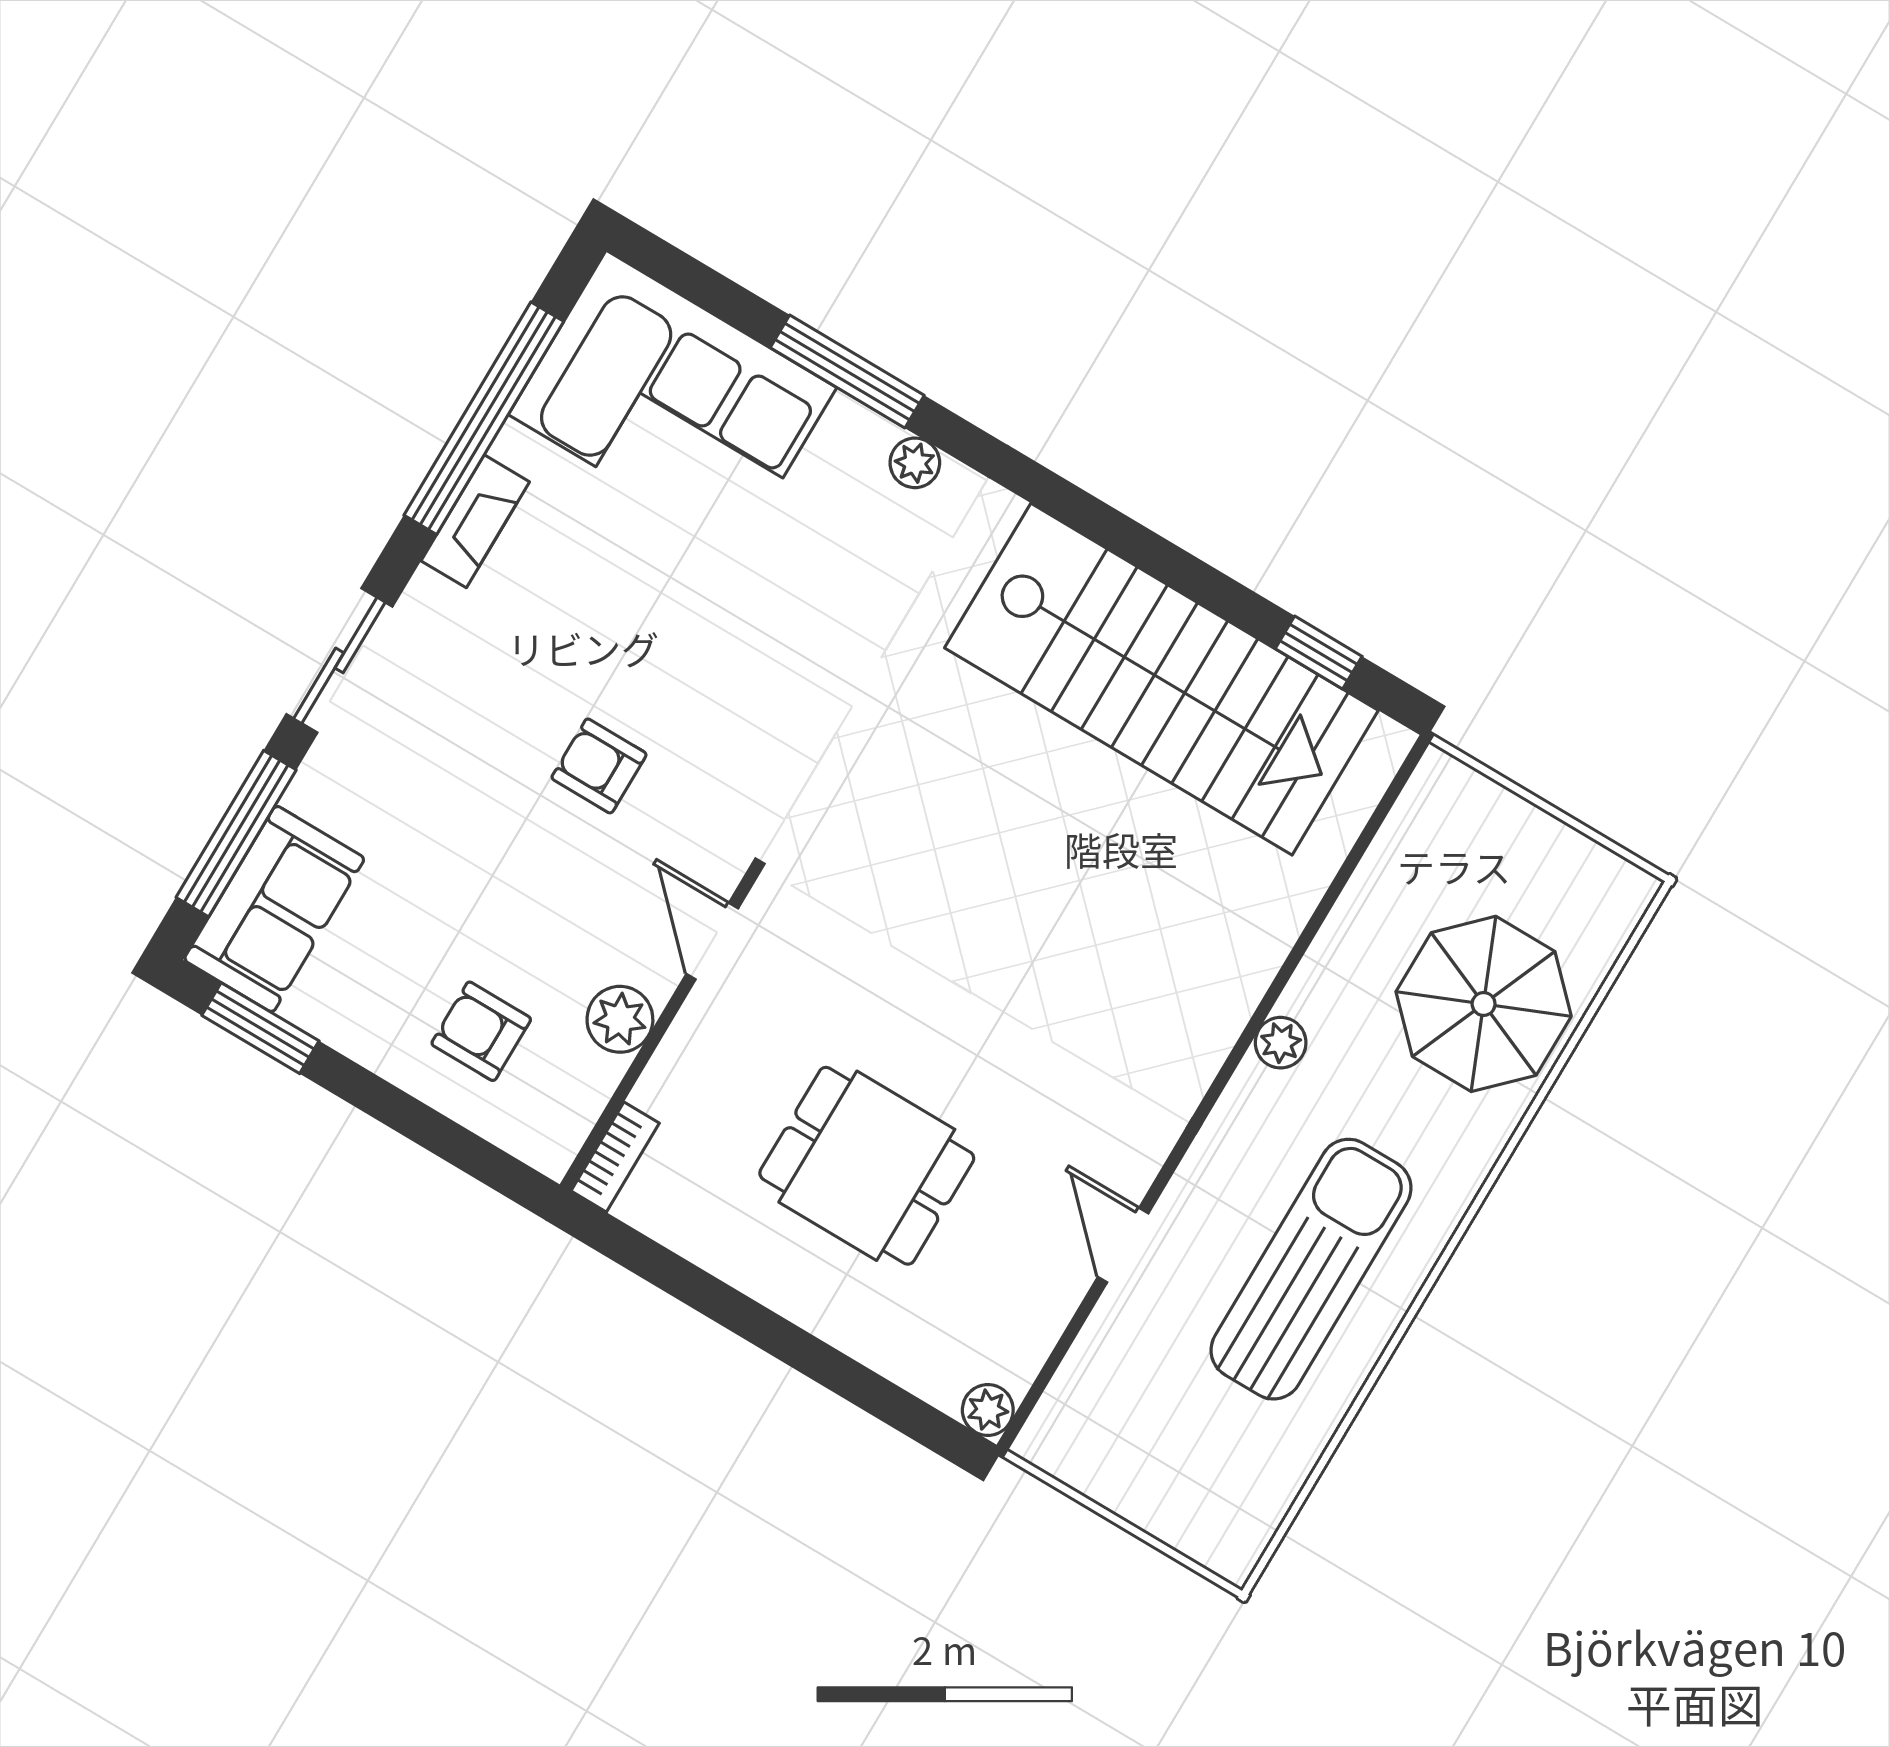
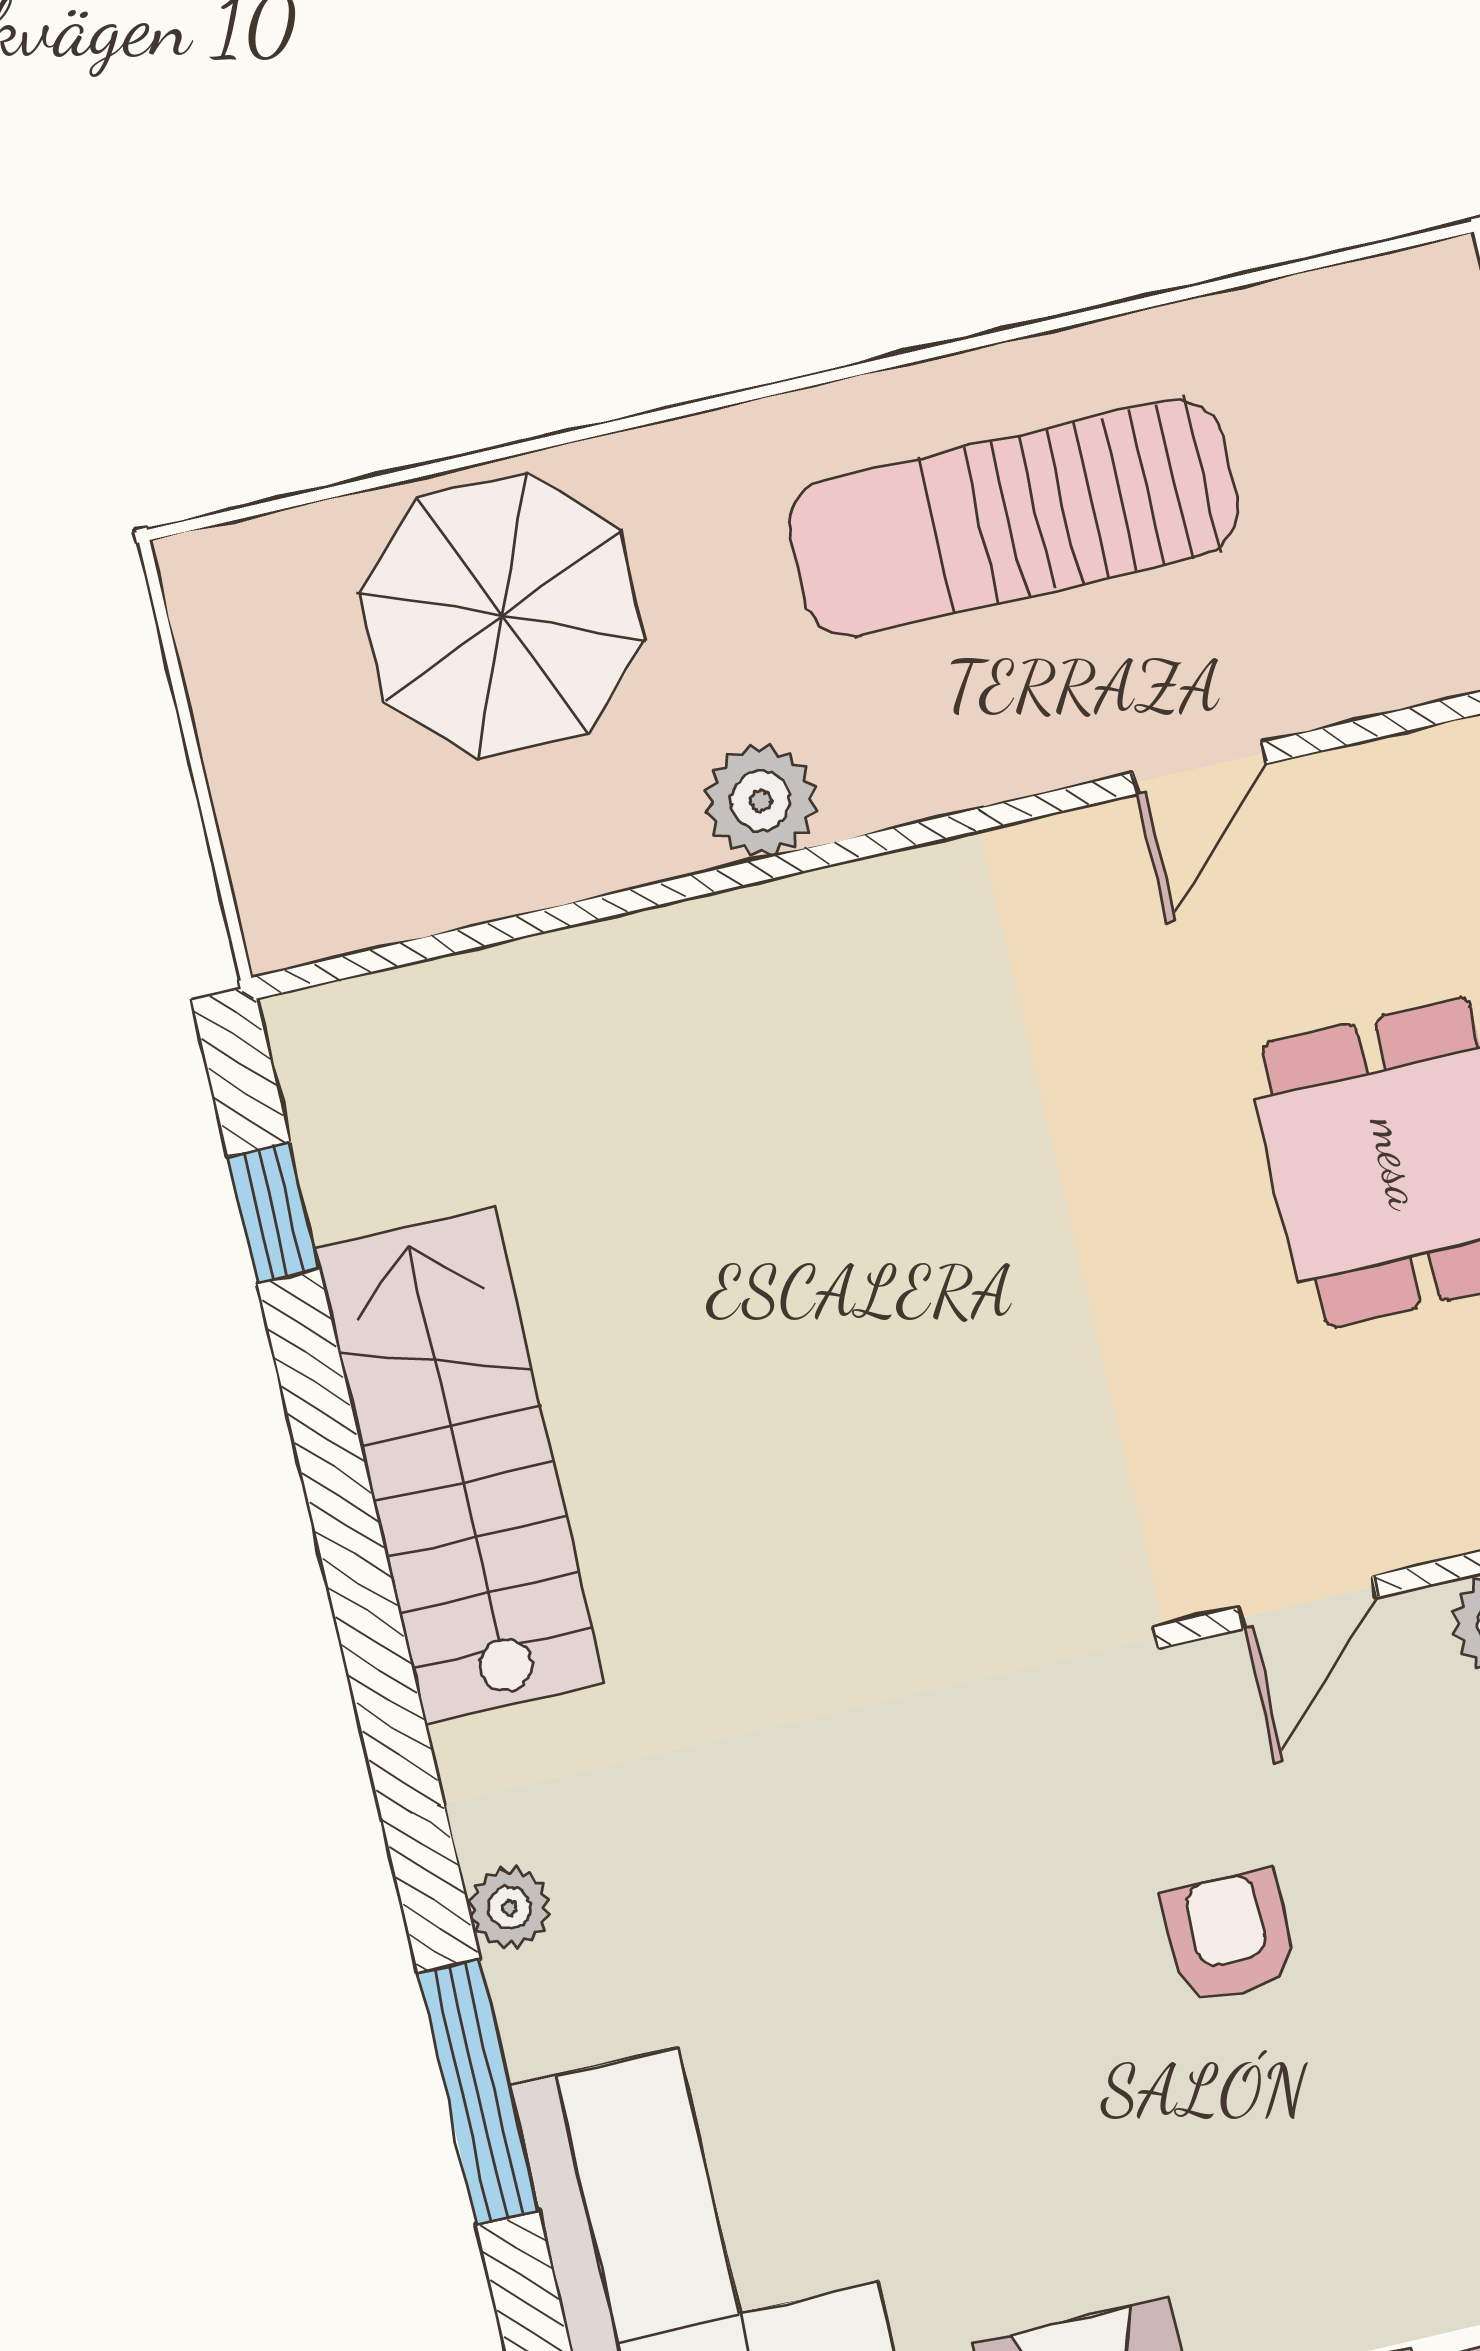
stairs: (1161, 679) -> (459, 1466), width x0.73, depth x0.66
armchair: (599, 766) -> (1229, 1937), turned 180
plant: (1281, 1043) -> (761, 801), width x1.38, depth x1.38

